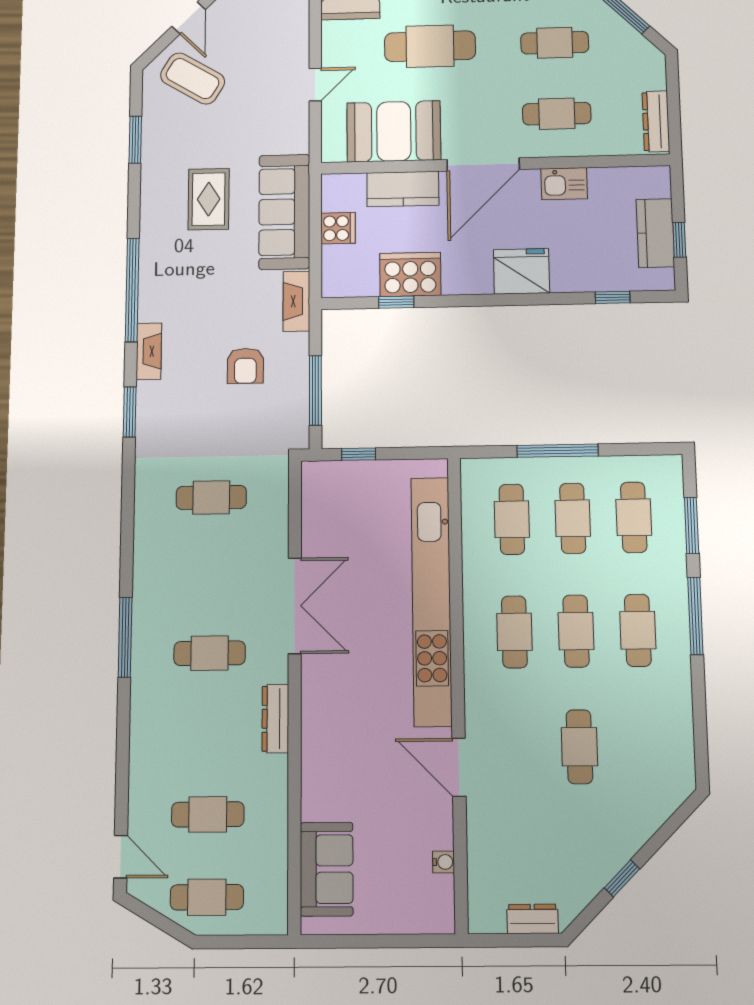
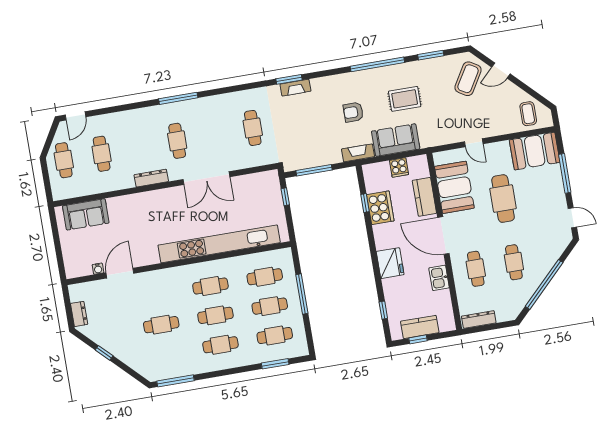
sofa: (284, 212) -> (396, 140), width x0.73
window: (132, 290) -> (377, 64), moved
fireplace: (149, 351) -> (295, 88), moved
armchair: (245, 366) -> (353, 112), moved
window: (695, 616) -> (176, 381), moved
door: (459, 767) -> (120, 273), moved

